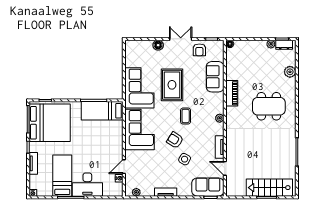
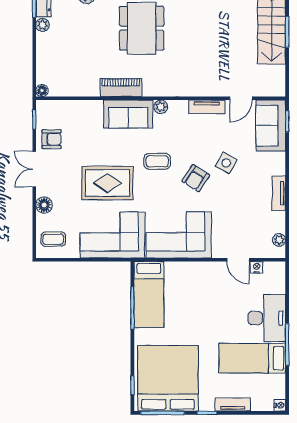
coffee table: (137, 51) -> (53, 239), added
sofa: (215, 77) -> (128, 114), moved

